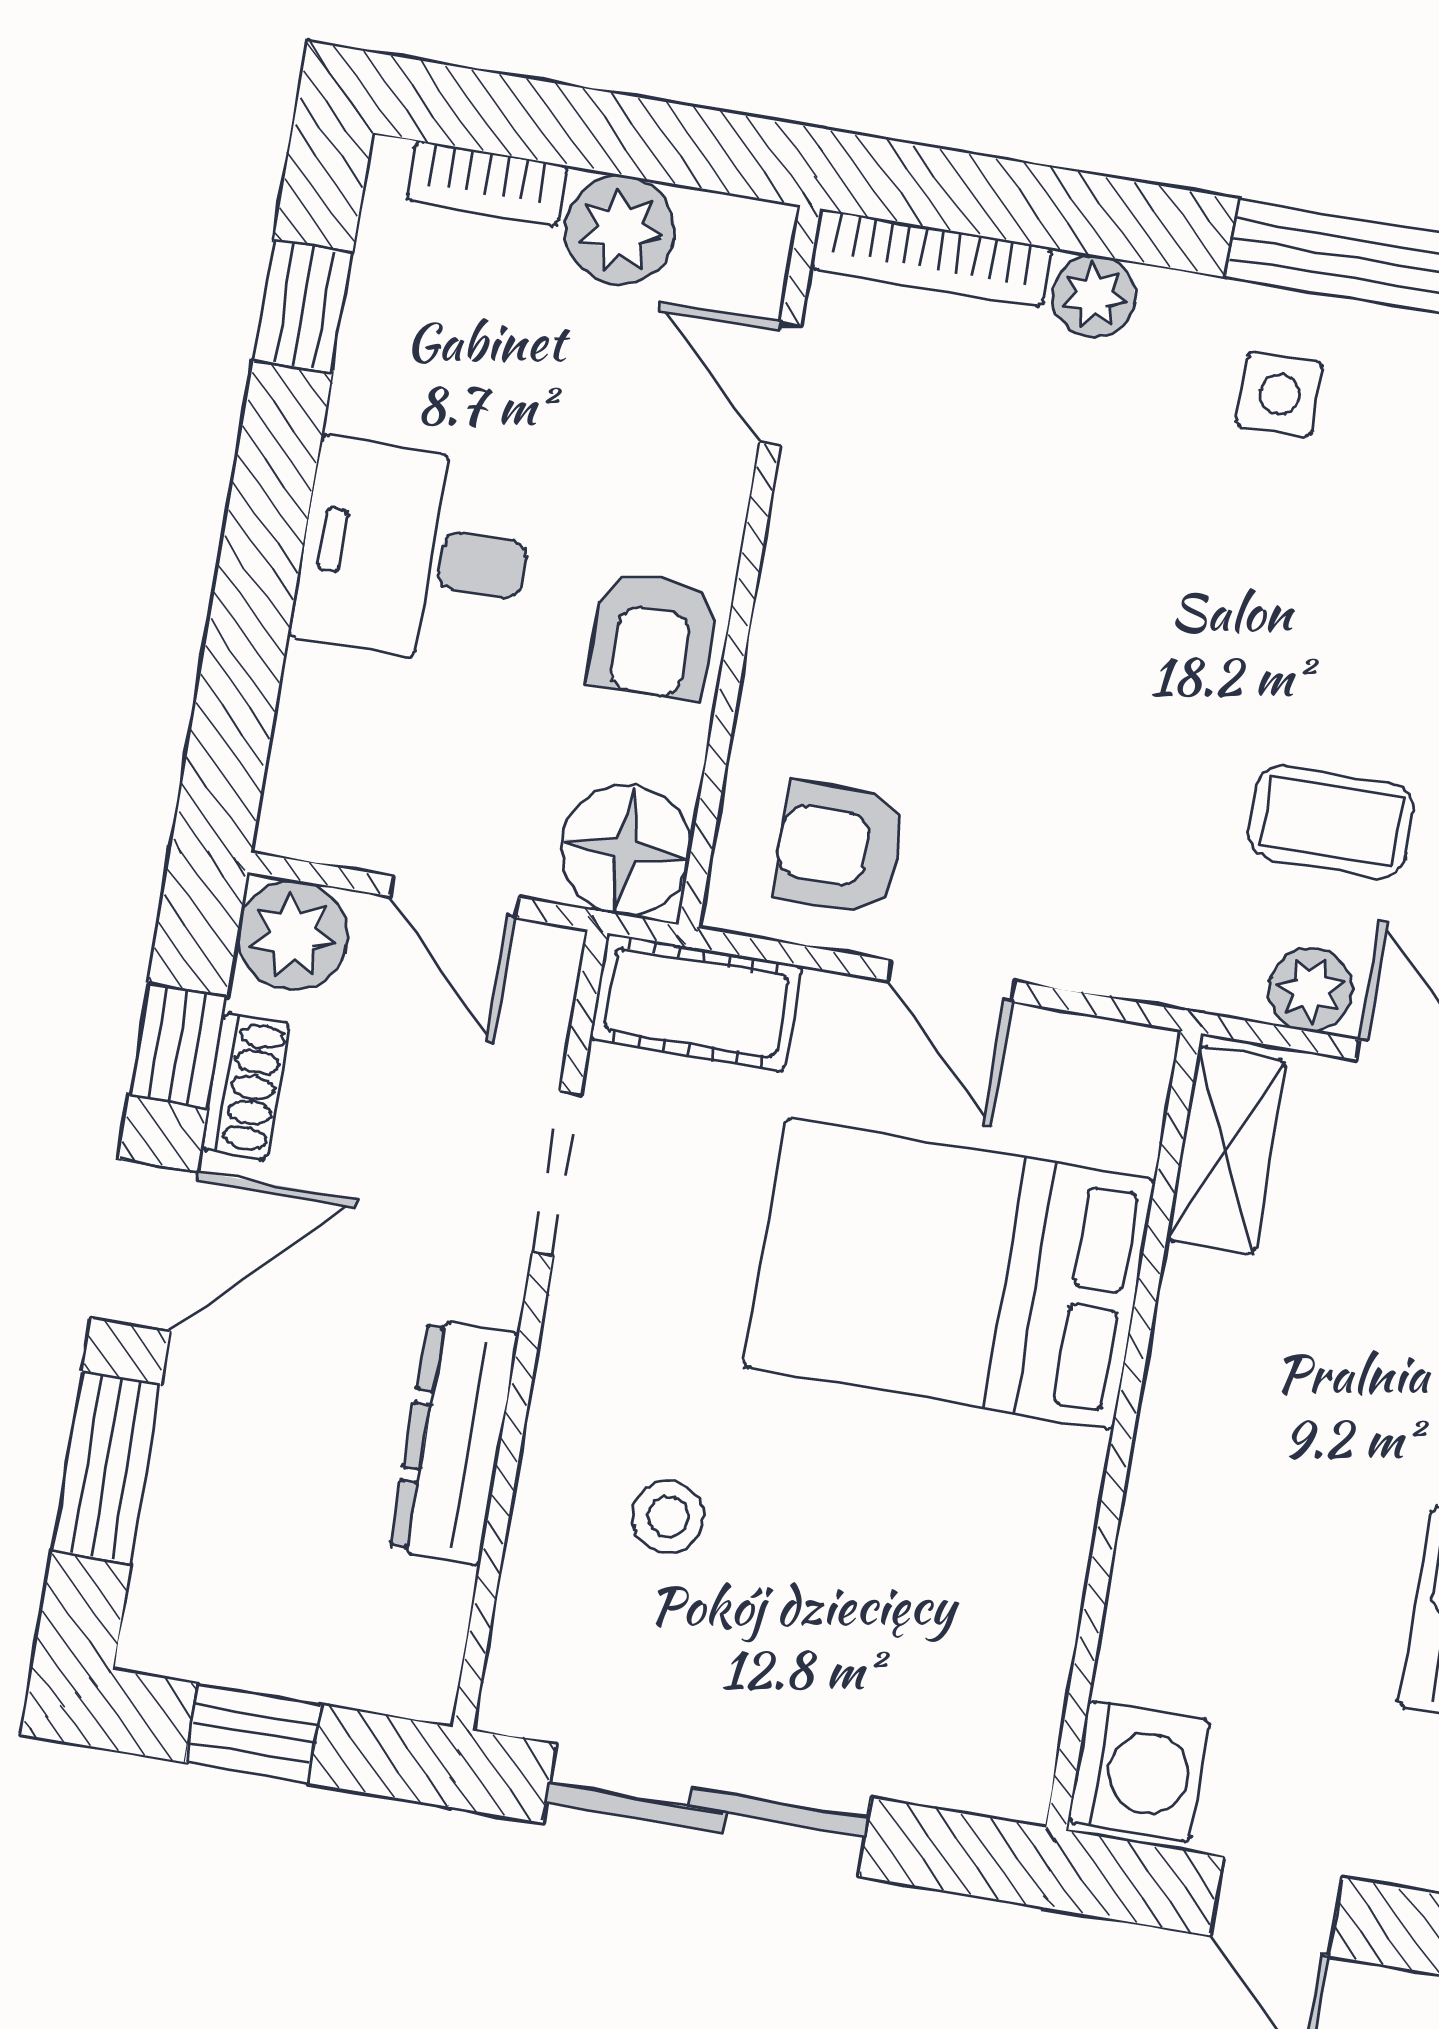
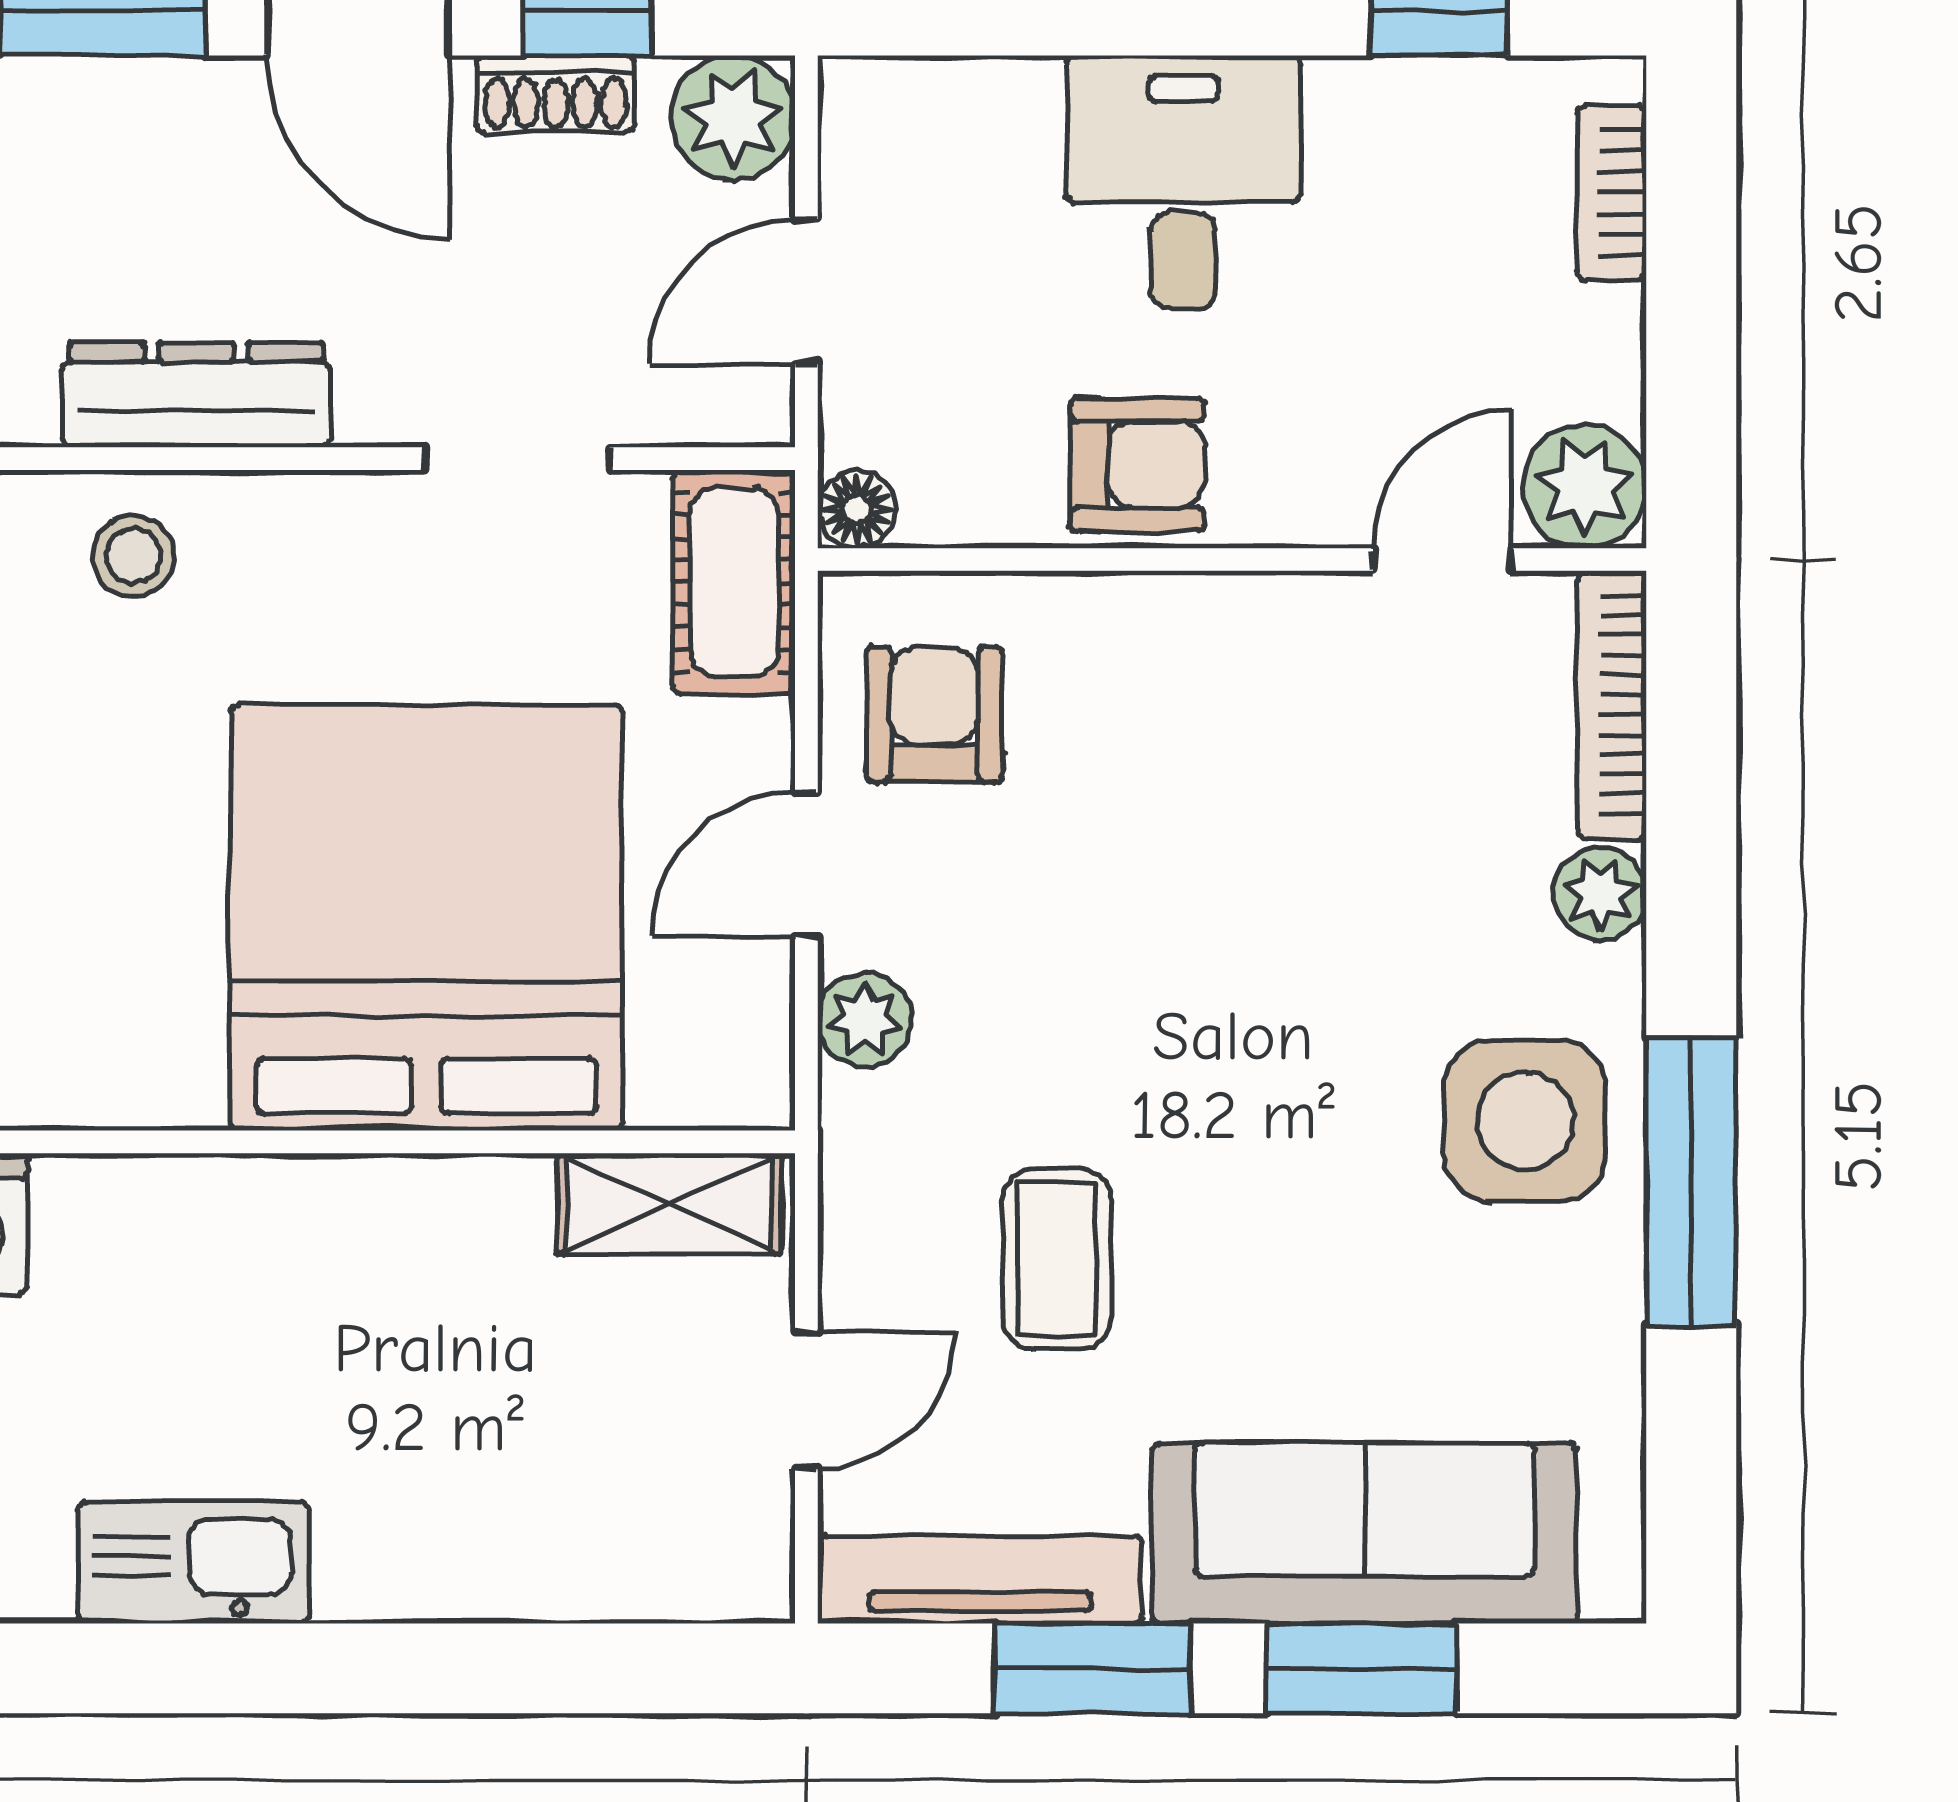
plant: (620, 230) -> (1585, 486), moved
side table: (1280, 395) -> (1525, 1121), width x1.87, depth x1.87
armchair: (653, 635) -> (1137, 465), turned 180
floor lamp: (625, 850) -> (857, 509), width x0.53, depth x0.53
plant: (1311, 990) -> (865, 1020), moved
bed: (949, 1274) -> (426, 917), width x1.36
stool: (668, 1517) -> (134, 556), moved

